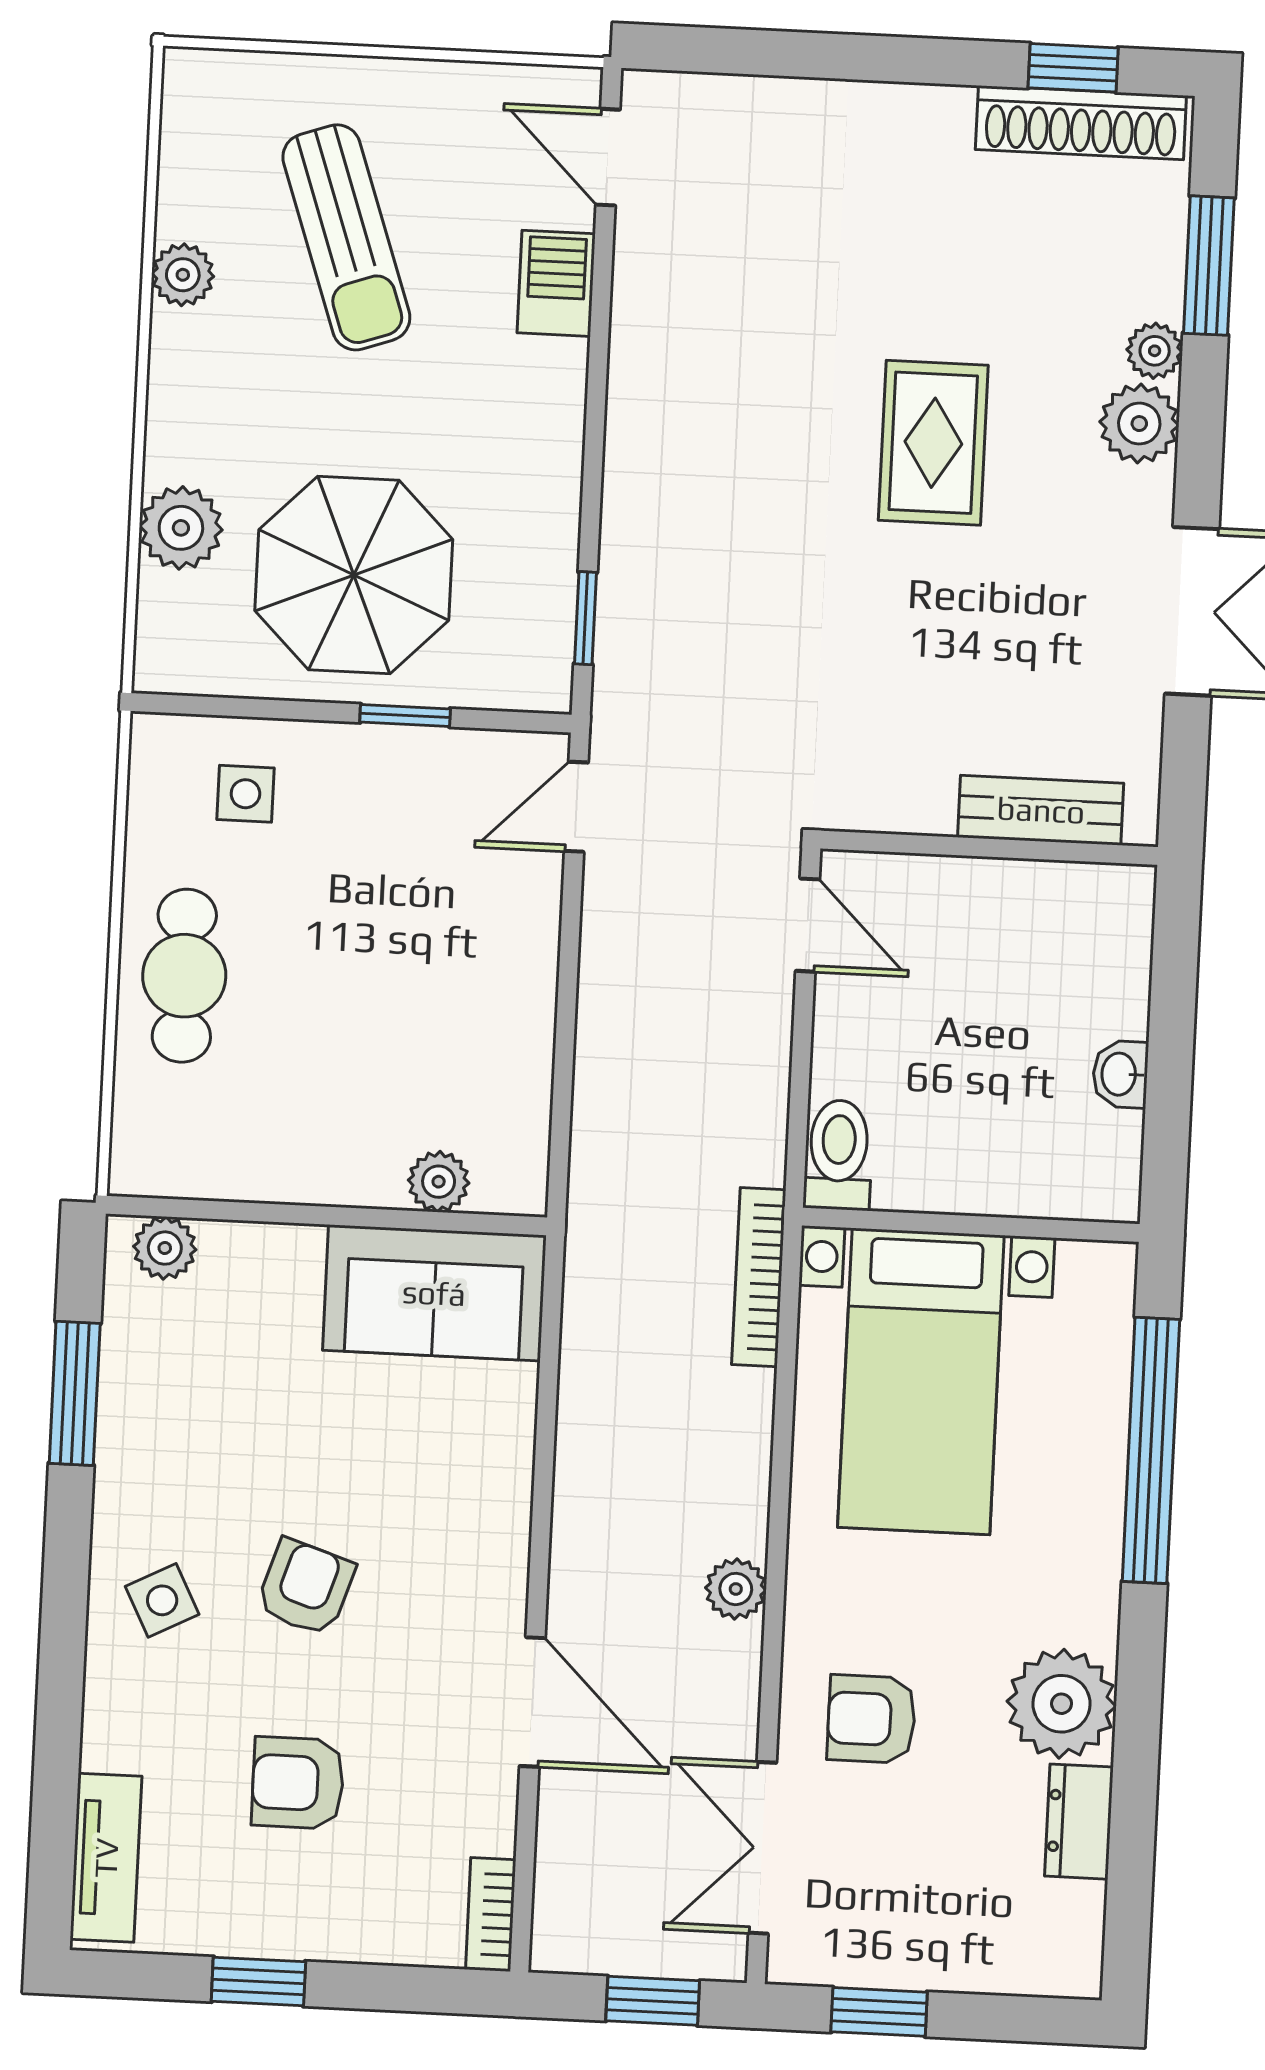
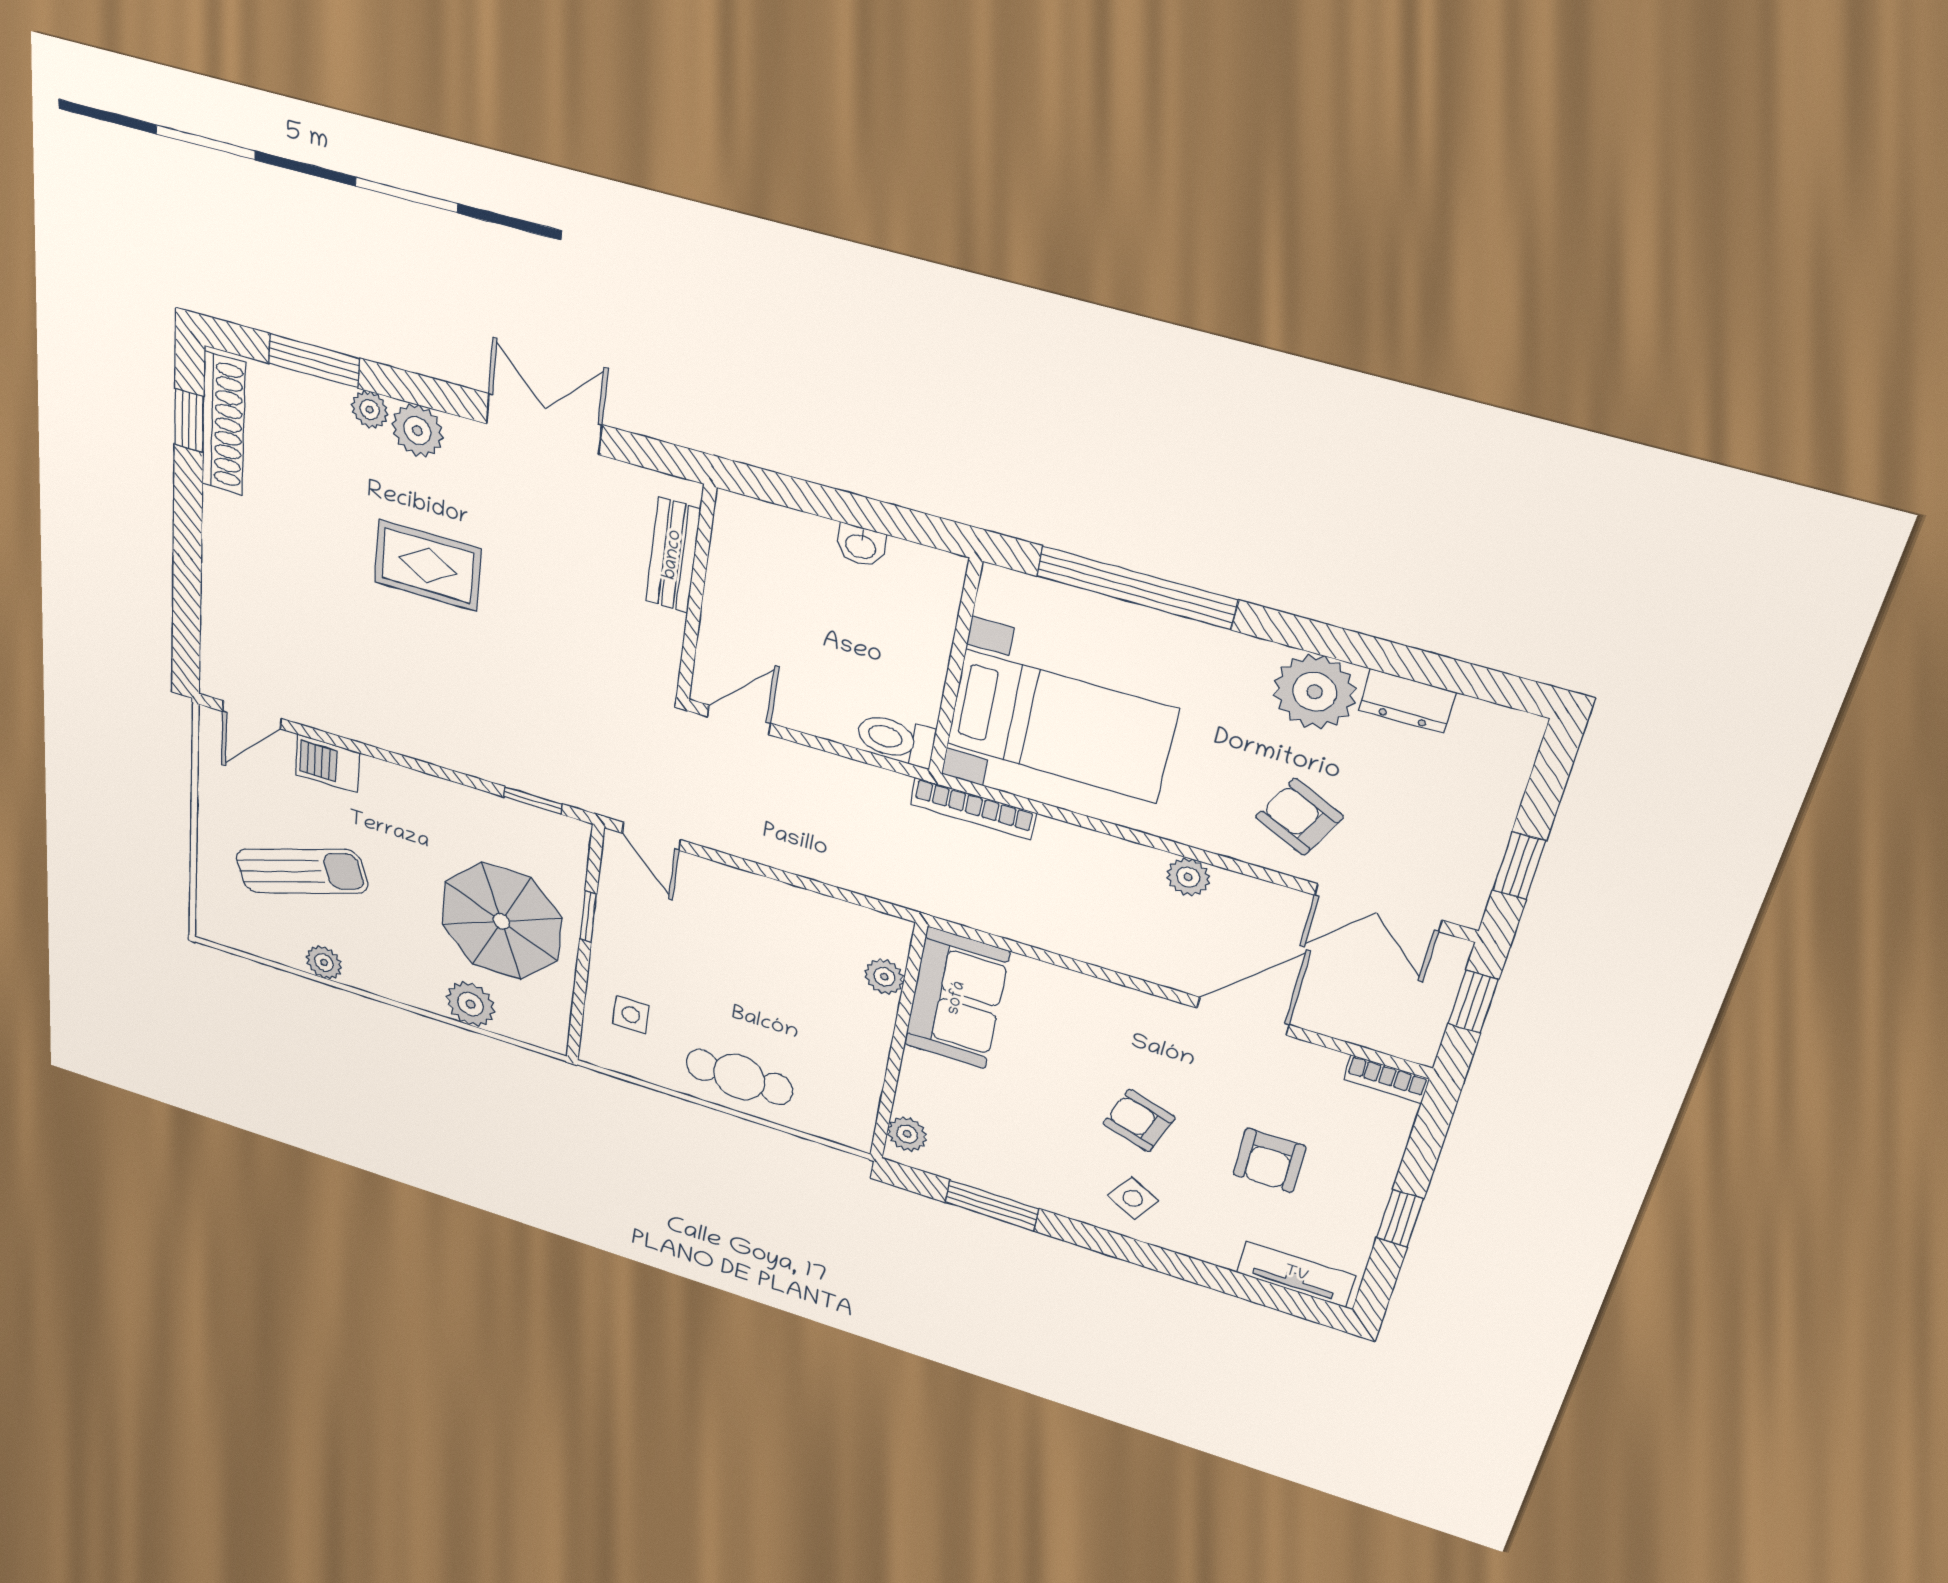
side table: (162, 1600) -> (1133, 1198), turned -33
armchair: (871, 1719) -> (1299, 817), turned 116

